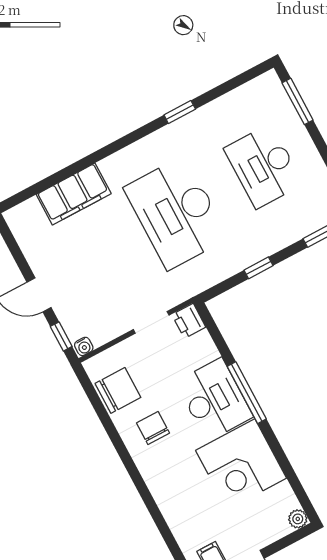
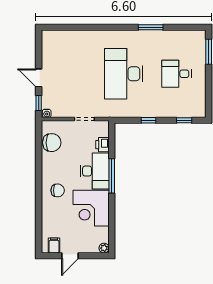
window: (180, 112) -> (151, 27), width x1.50
desk: (264, 166) -> (176, 74), width x0.73
filing cabinet: (74, 194) -> (80, 39), removed
printer: (189, 321) -> (102, 145), moved
chair: (153, 428) -> (58, 190), moved, turned 90

